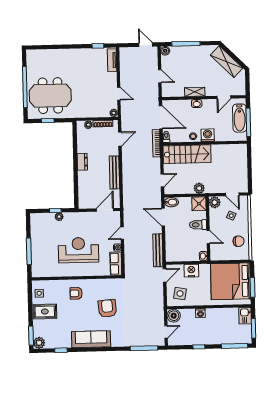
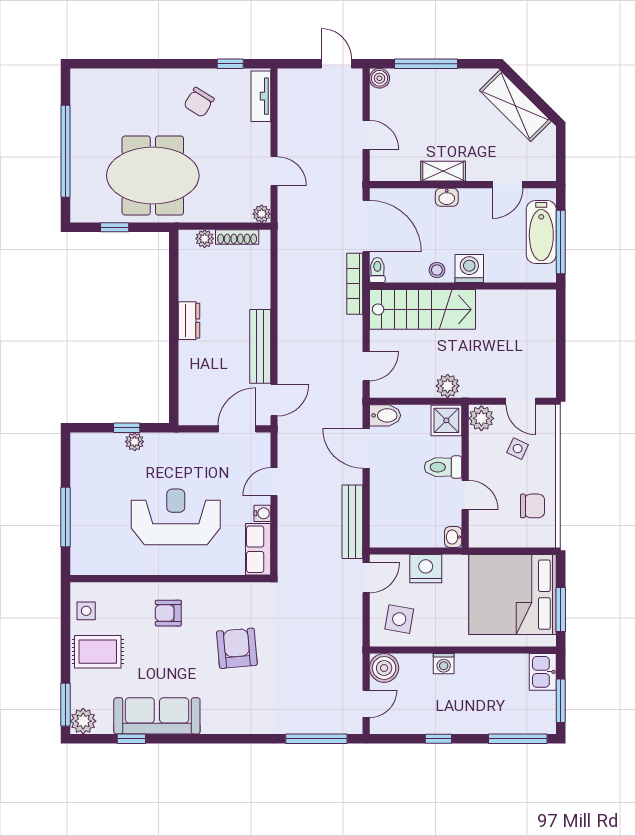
chair: (84, 64) -> (199, 102), added
meeting table: (50, 96) -> (153, 176), moved
door: (120, 139) -> (274, 400), moved
sofa: (91, 339) -> (157, 716), moved

